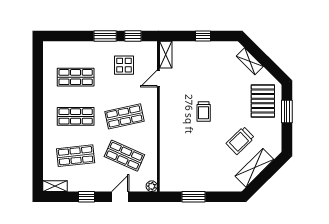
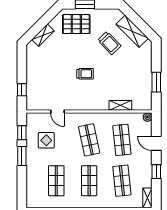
window: (203, 36) -> (22, 90), moved
shelving: (166, 55) -> (120, 105), moved
shop shelf: (124, 156) -> (122, 140), turned -30

